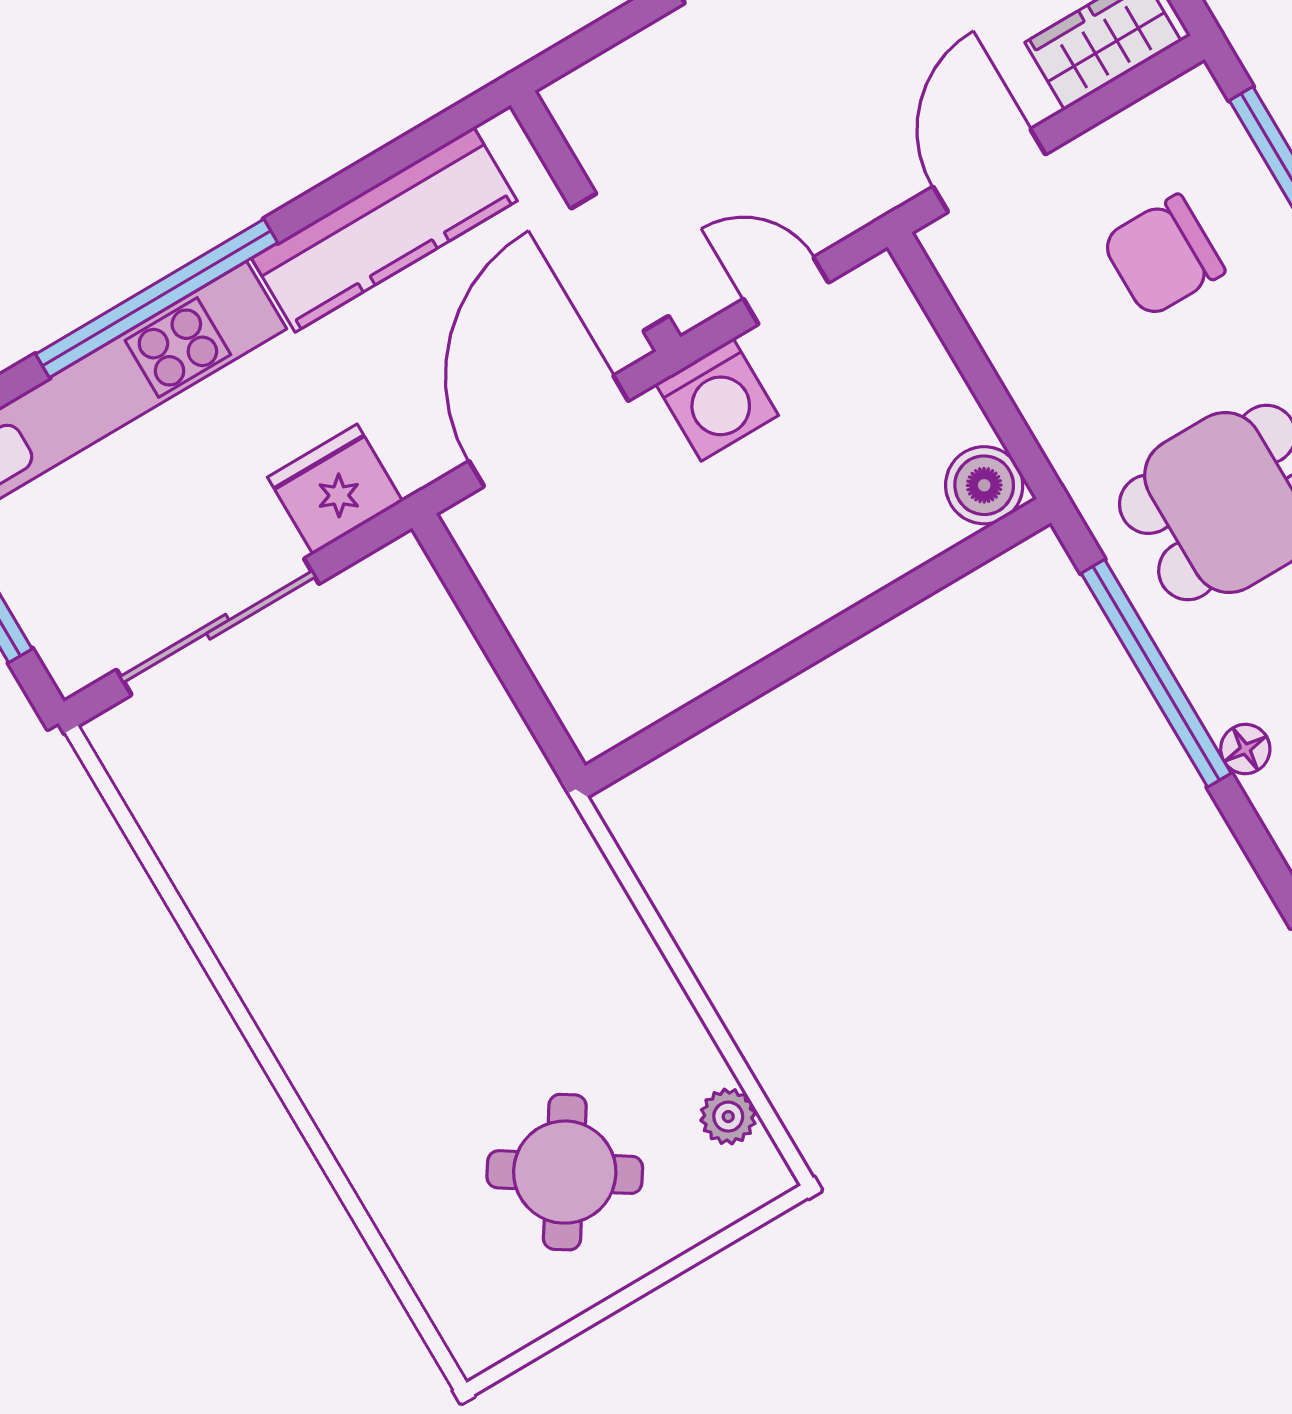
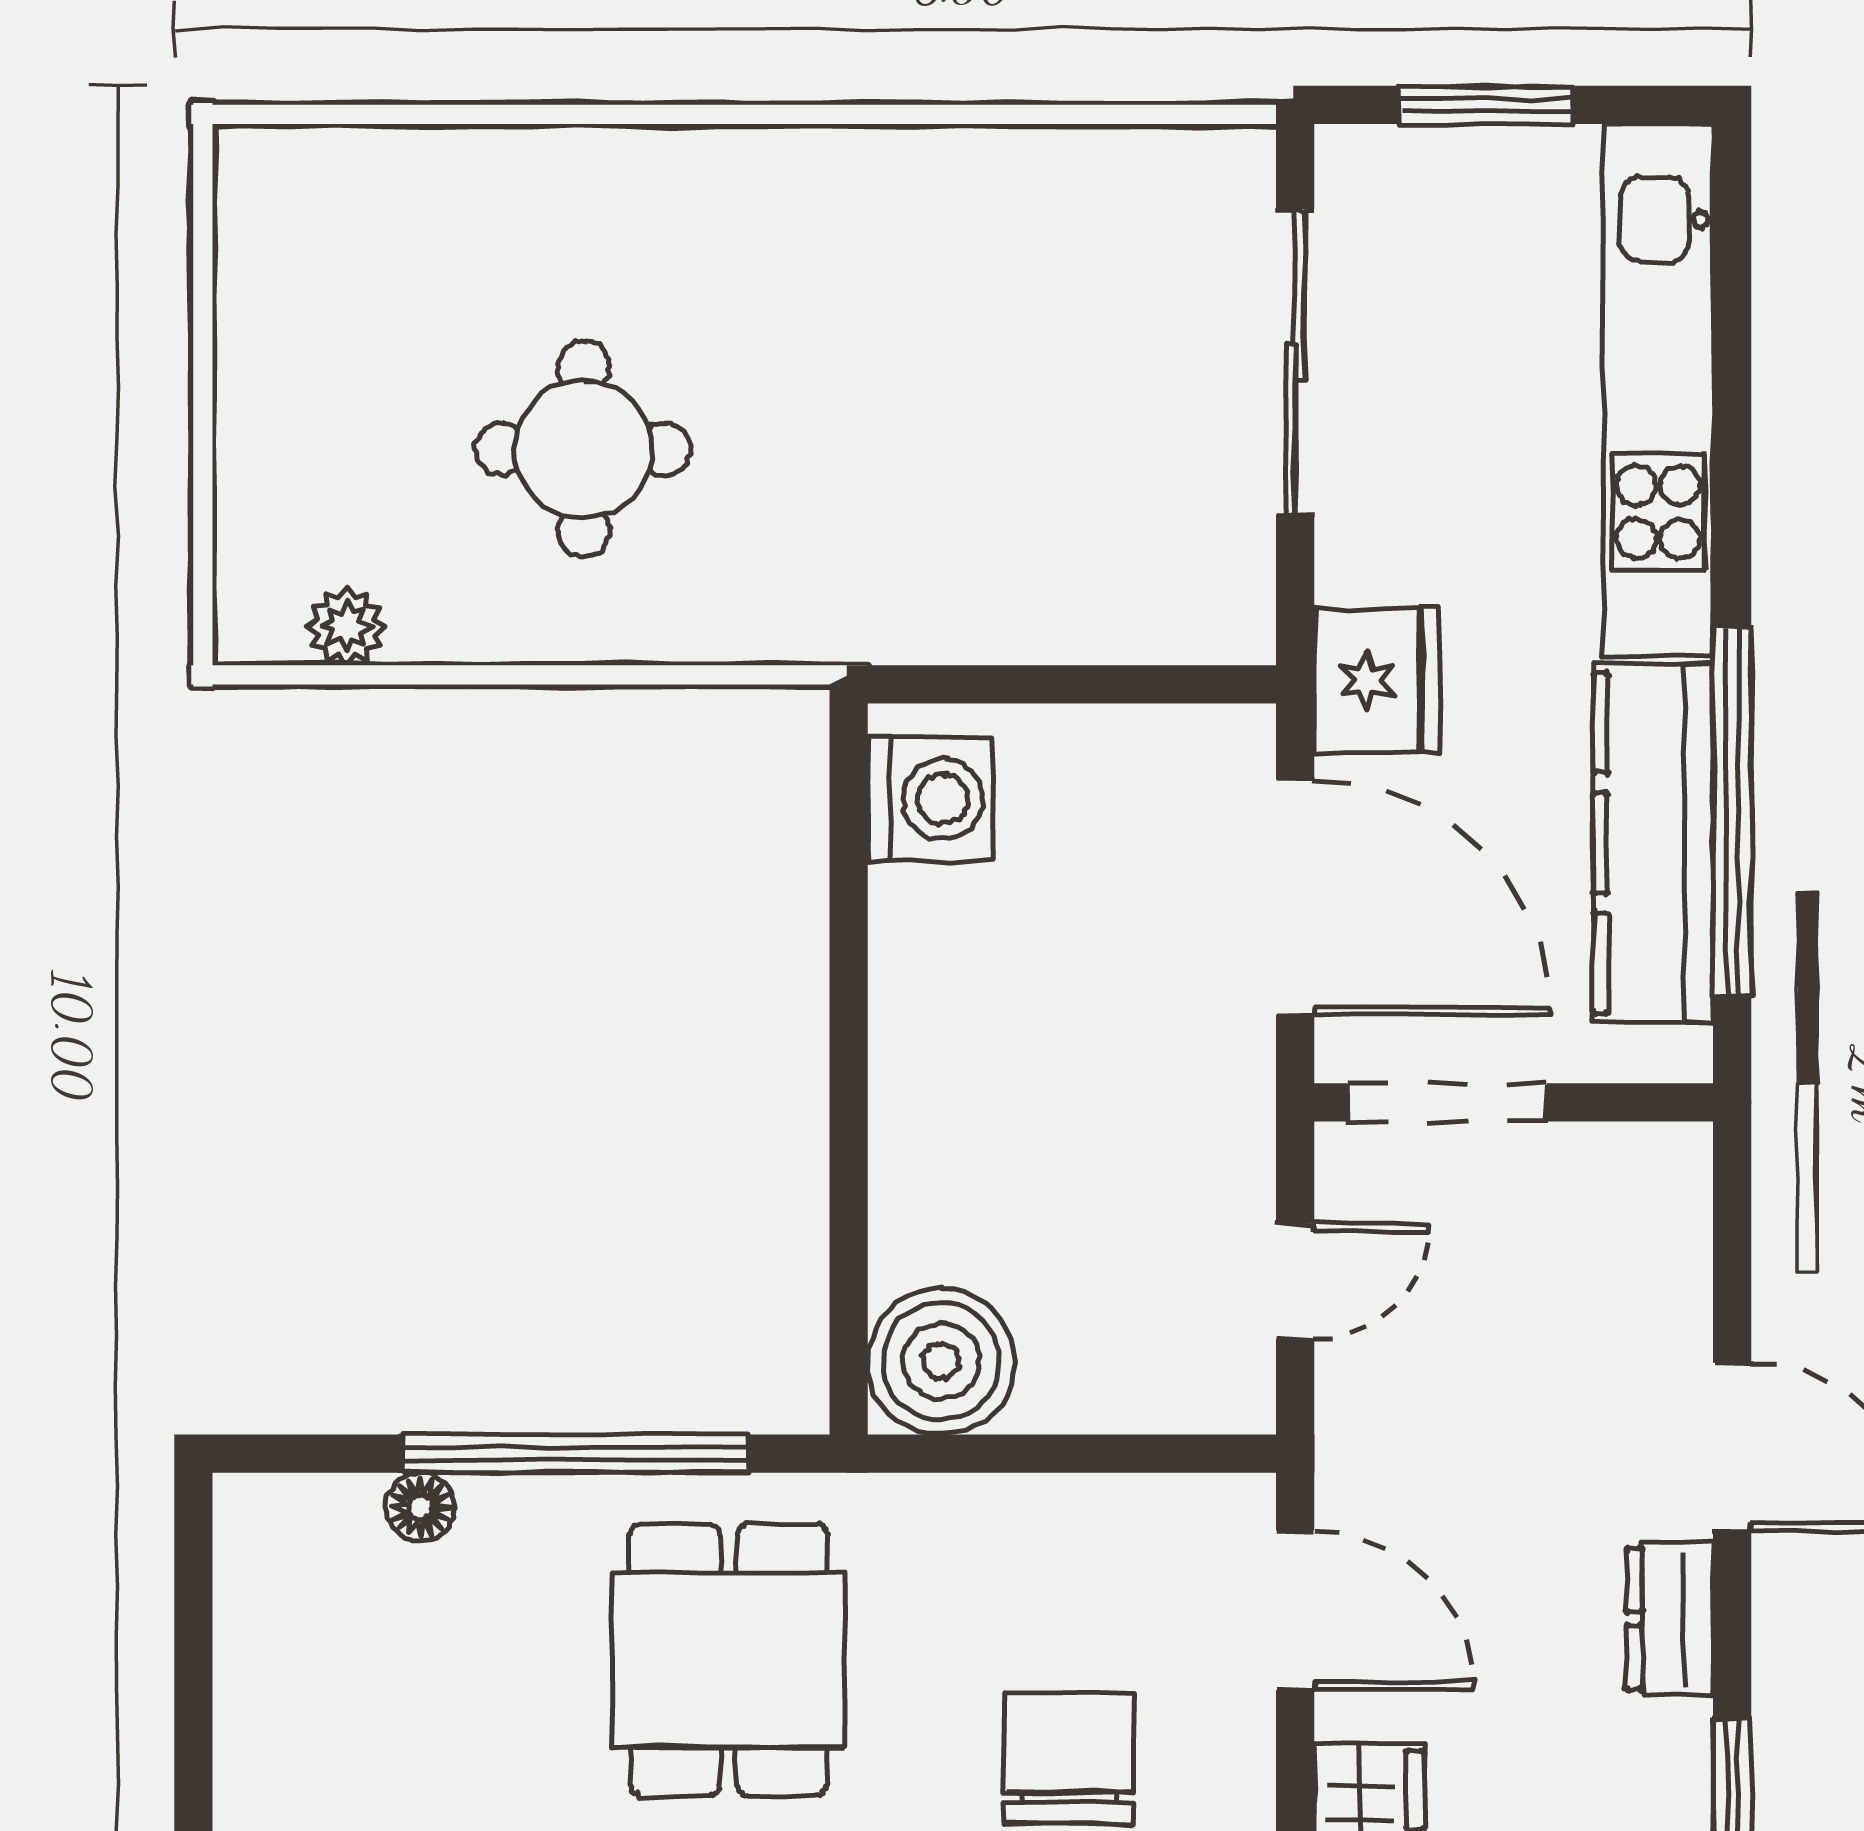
window: (157, 298) -> (1732, 811), moved
washing machine: (717, 400) -> (930, 799), moved, turned 180
boiler: (984, 485) -> (941, 1361), width x1.37, depth x1.37
fridge: (335, 489) -> (1377, 680), moved
round table: (565, 1172) -> (583, 449), moved, turned -33

